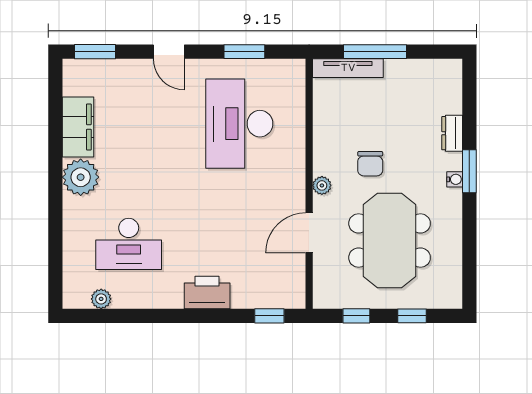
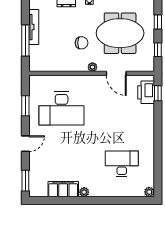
tv unit: (348, 68) -> (34, 27), moved
plant: (81, 177) -> (84, 192), width x0.53, depth x0.53
desk: (129, 244) -> (122, 164), turned -90
printer: (207, 293) -> (146, 92), moved
plant: (101, 299) -> (149, 192), moved

